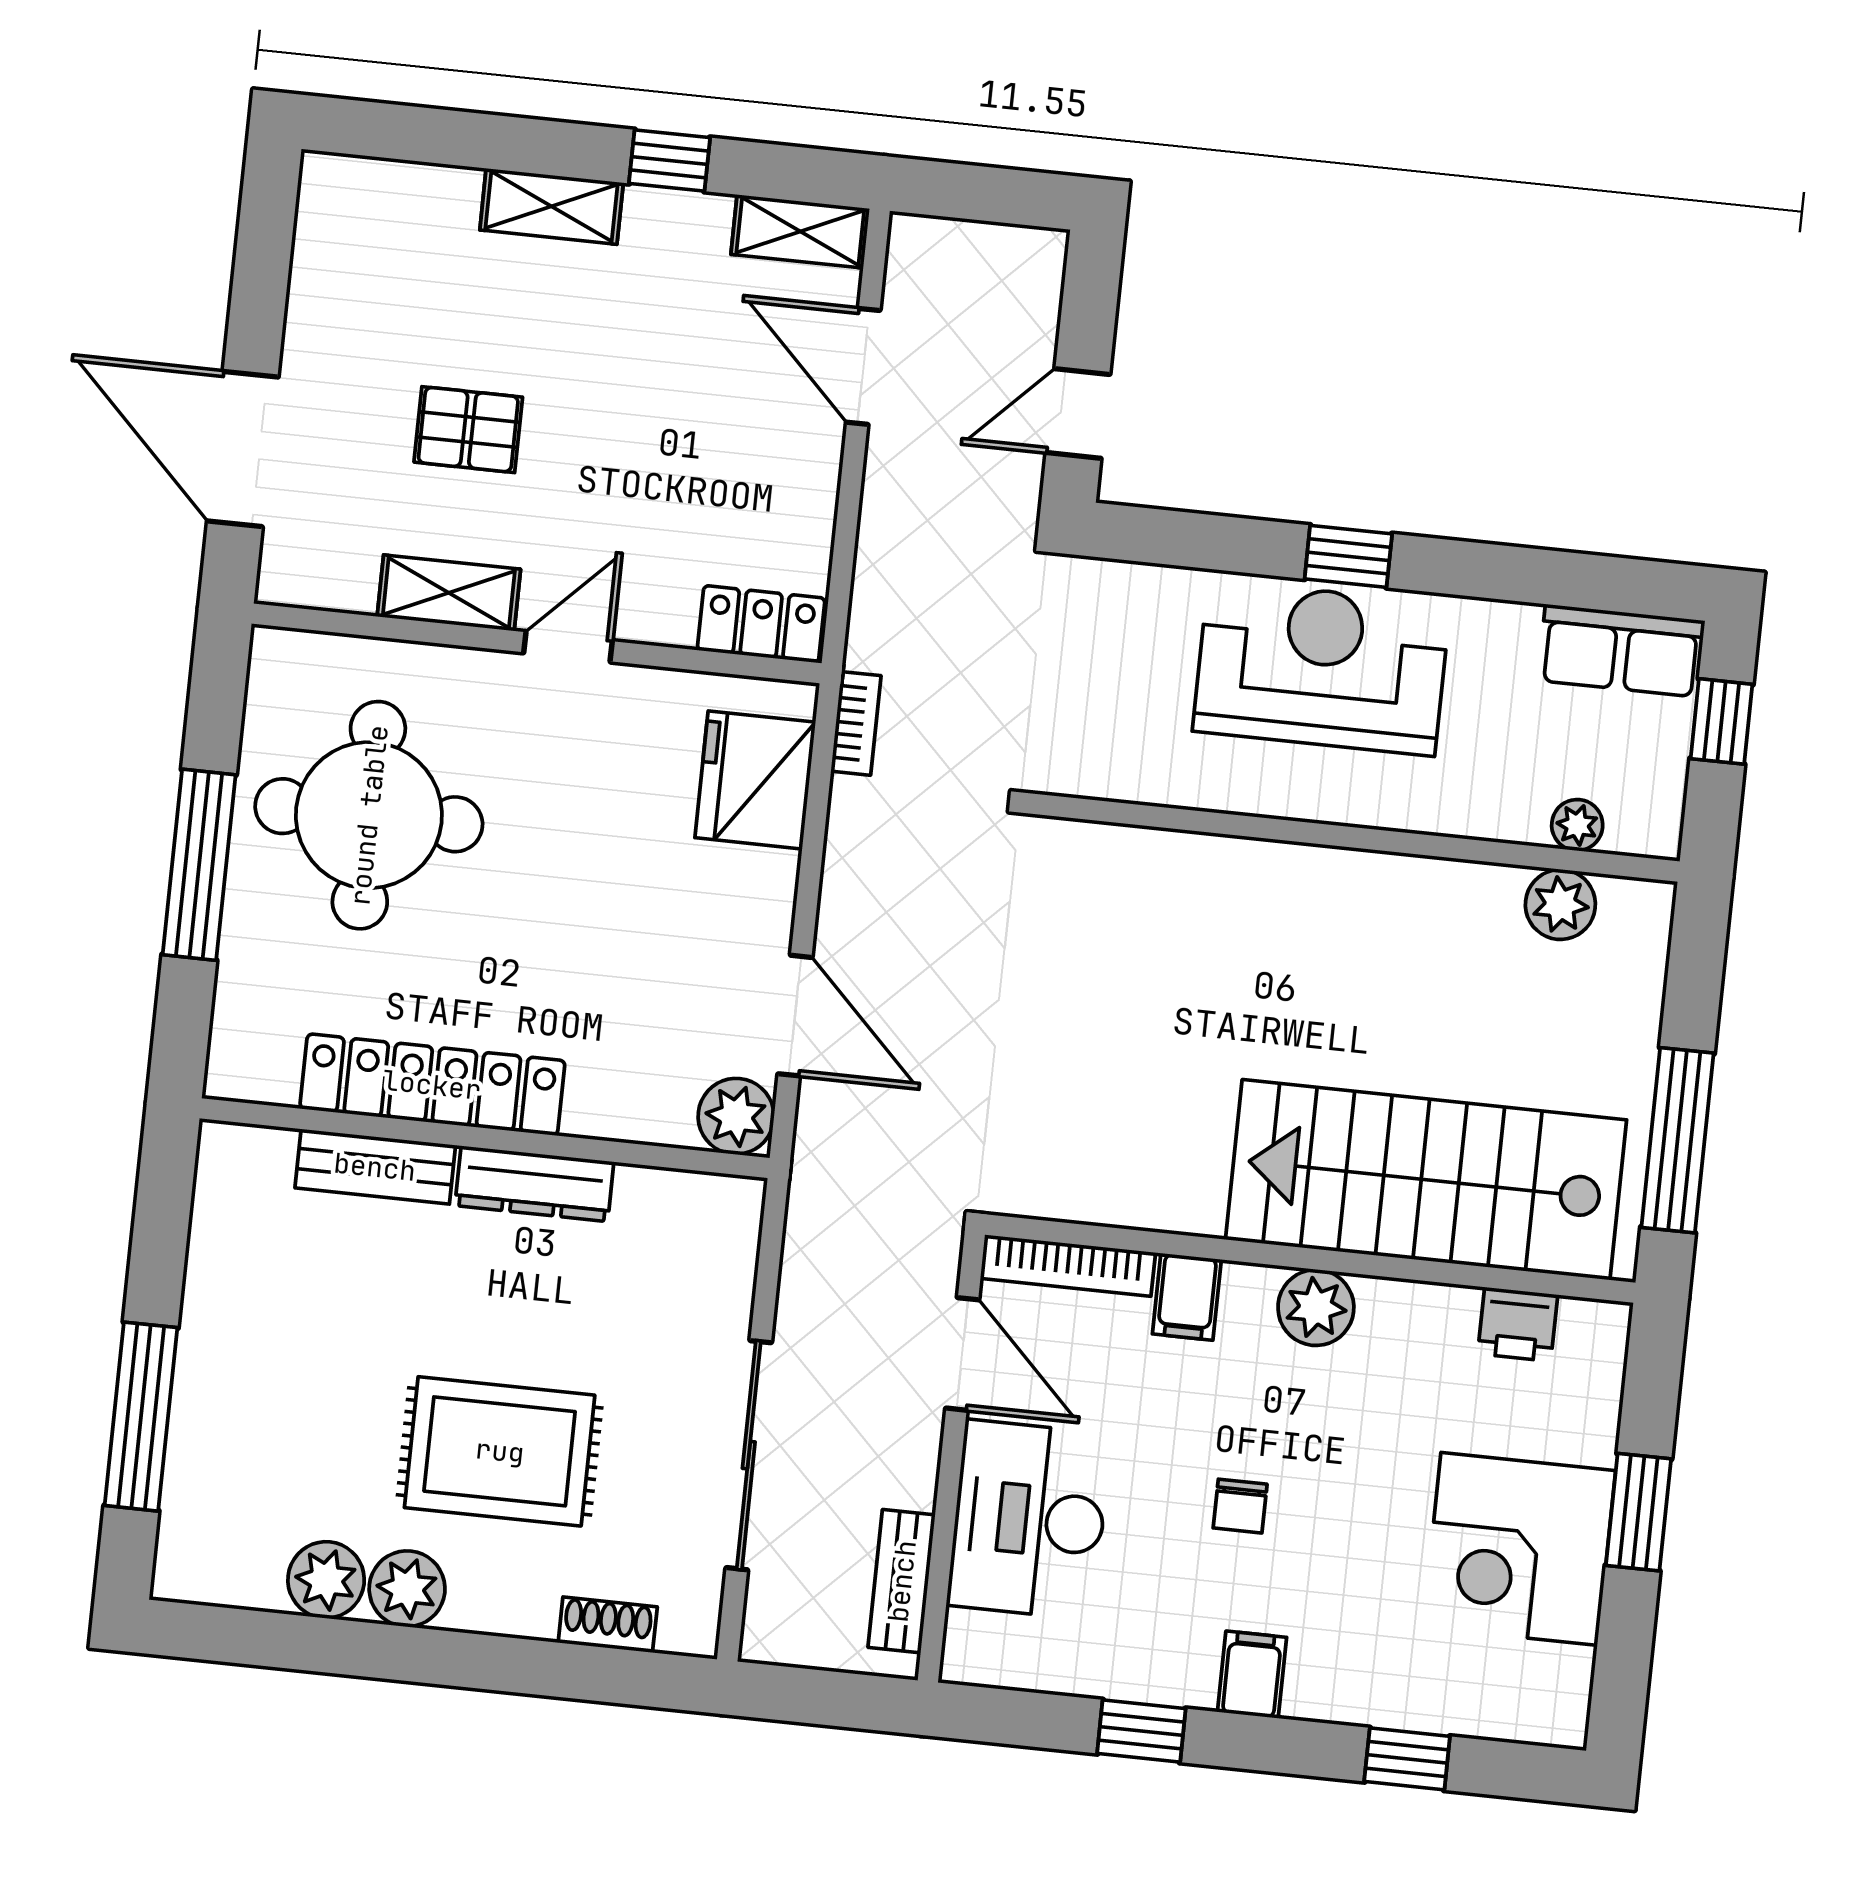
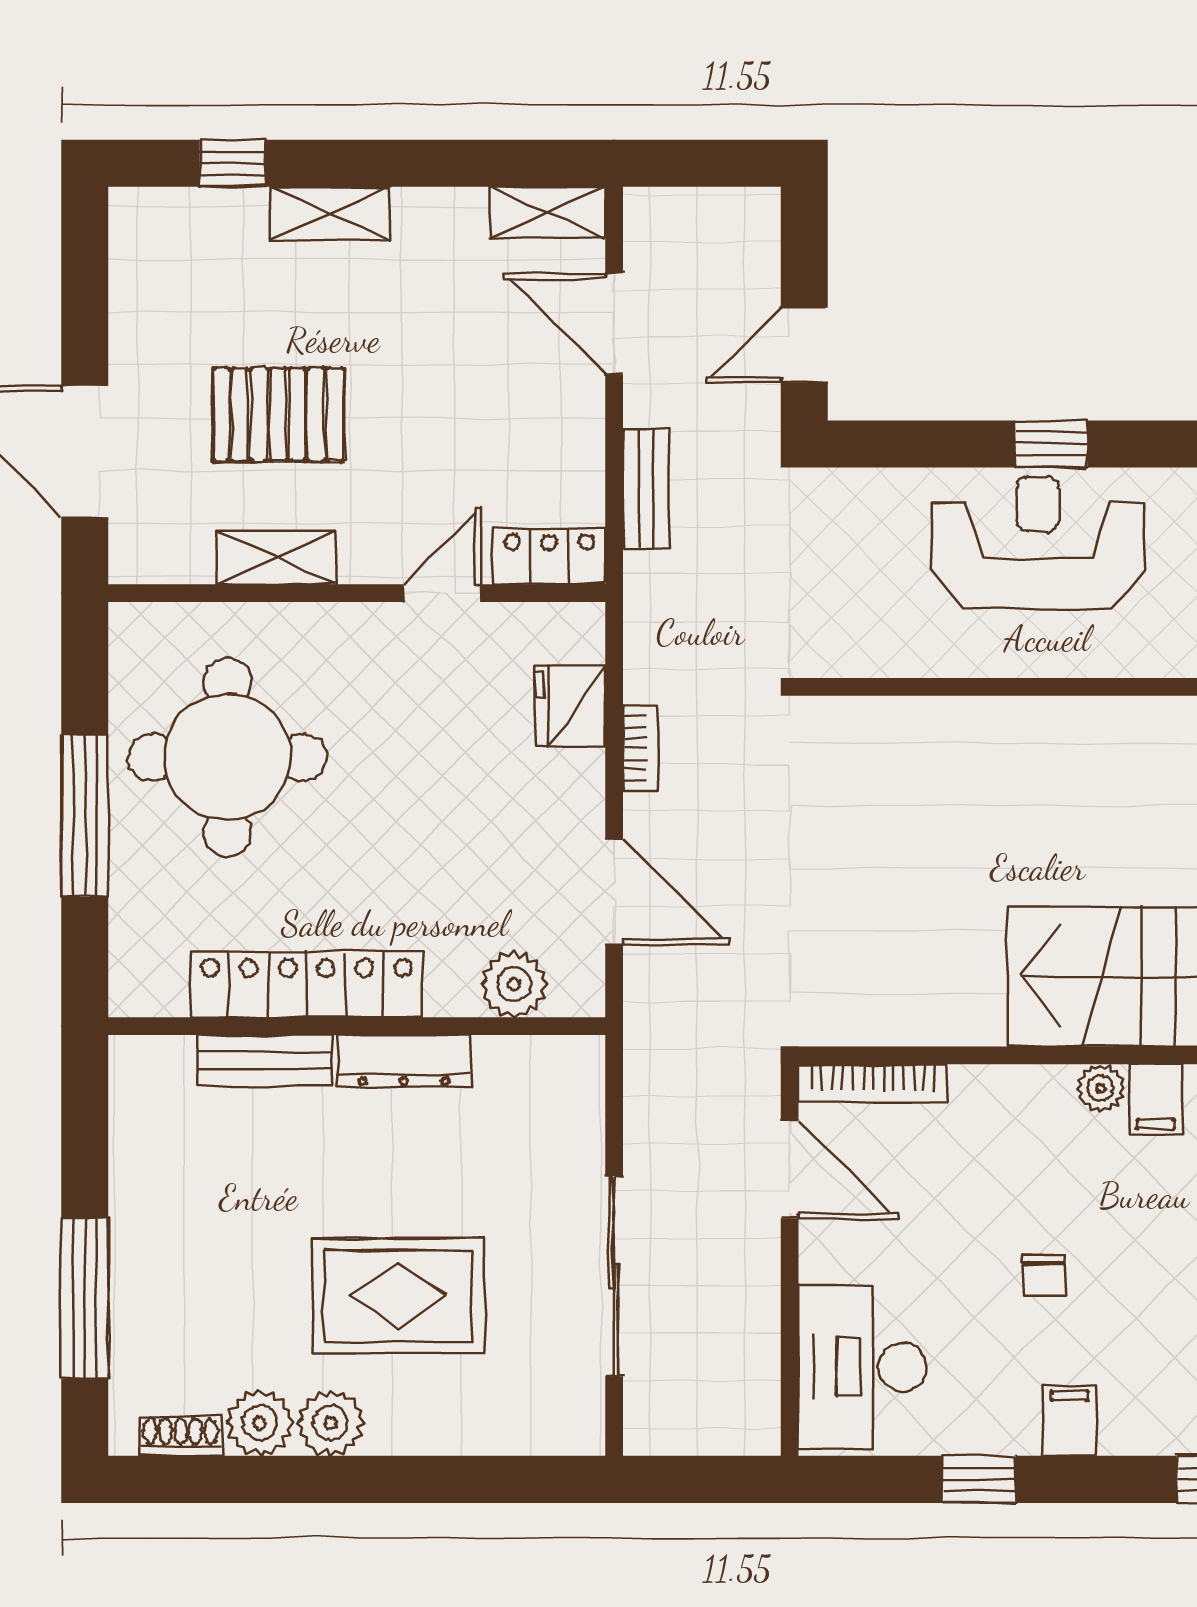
window: (669, 161) -> (233, 163), moved
pallet: (468, 430) -> (278, 414), width x1.50, depth x1.42
door: (568, 647) -> (442, 593), moved
bookcase: (856, 723) -> (640, 749), moved
fridge: (755, 780) -> (570, 706), width x0.73, depth x0.75
plant: (736, 1116) -> (514, 984), moved
filing cabinet: (1187, 1297) -> (1156, 1099), moved
plant: (1316, 1308) -> (1100, 1088), width x0.73, depth x0.73
desk: (1029, 1520) -> (863, 1367), moved
bench: (902, 1581) -> (646, 488), moved
shoe rack: (608, 1625) -> (181, 1436), moved

